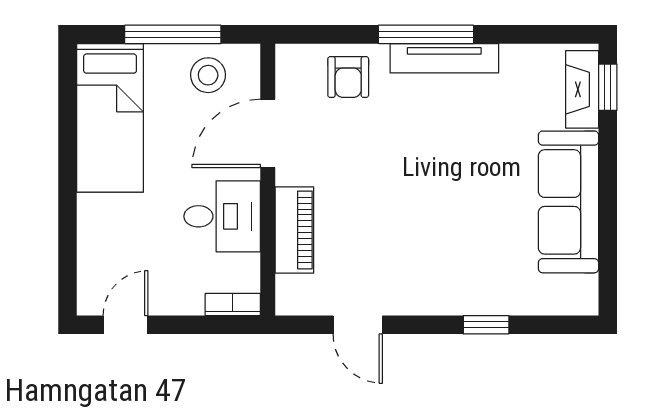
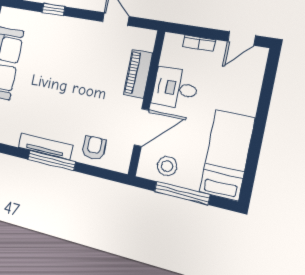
bookcase: (233, 304) -> (199, 43), moved

